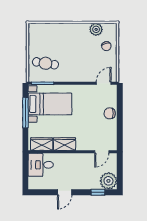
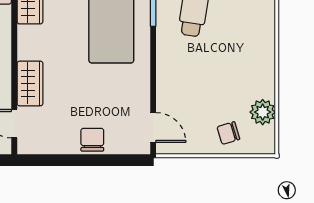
wardrobe: (64, 144) -> (30, 83), moved

